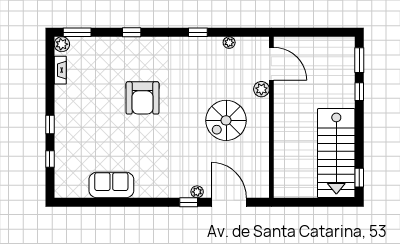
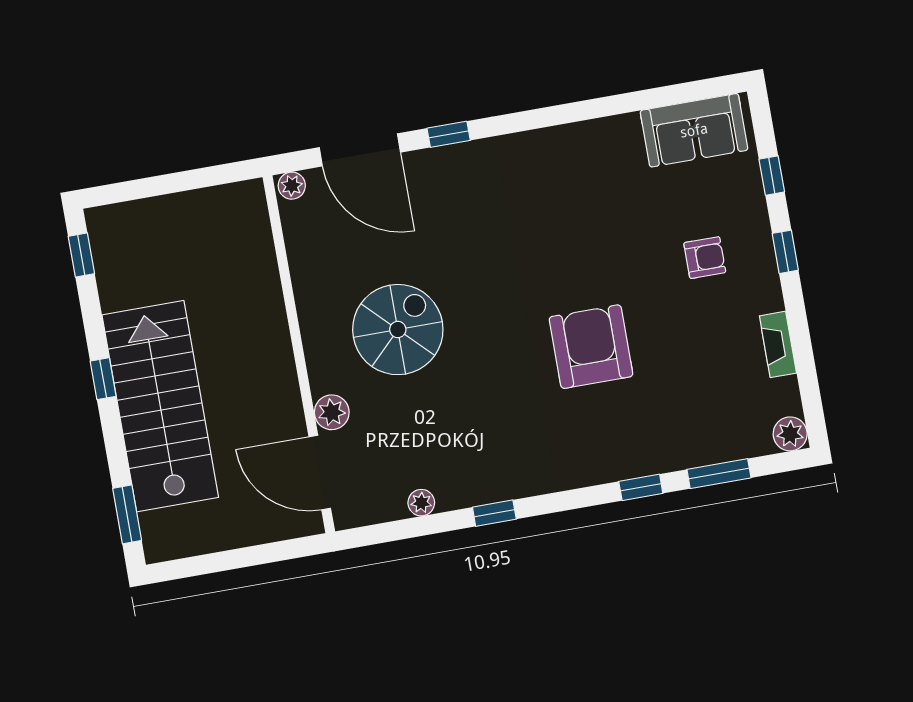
window: (77, 32) -> (719, 474), moved
fireplace: (60, 70) -> (778, 344), moved
window: (359, 92) -> (103, 379), moved
armchair: (86, 128) -> (705, 258), added
stairs: (336, 153) -> (160, 406), moved
sofa: (111, 185) -> (694, 130), moved
plant: (197, 192) -> (292, 186), moved

